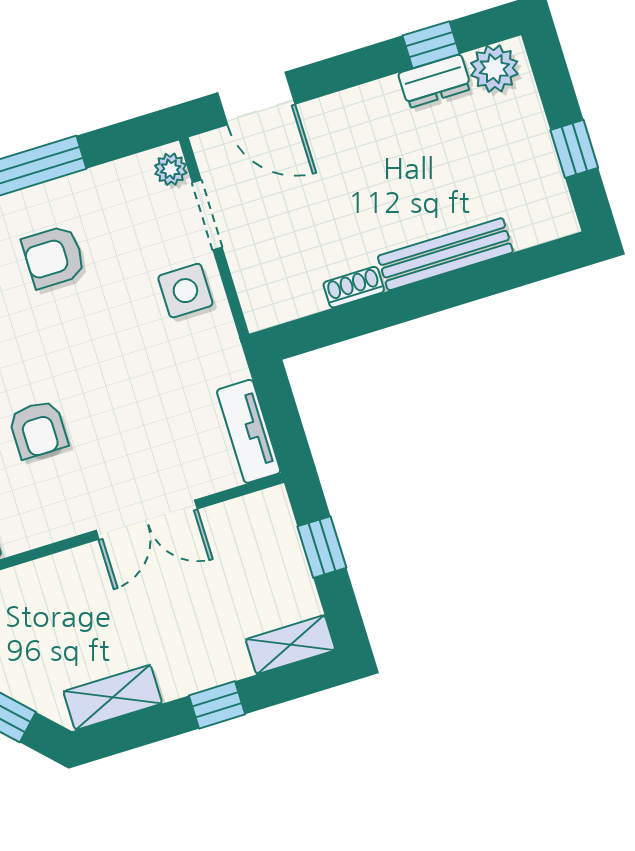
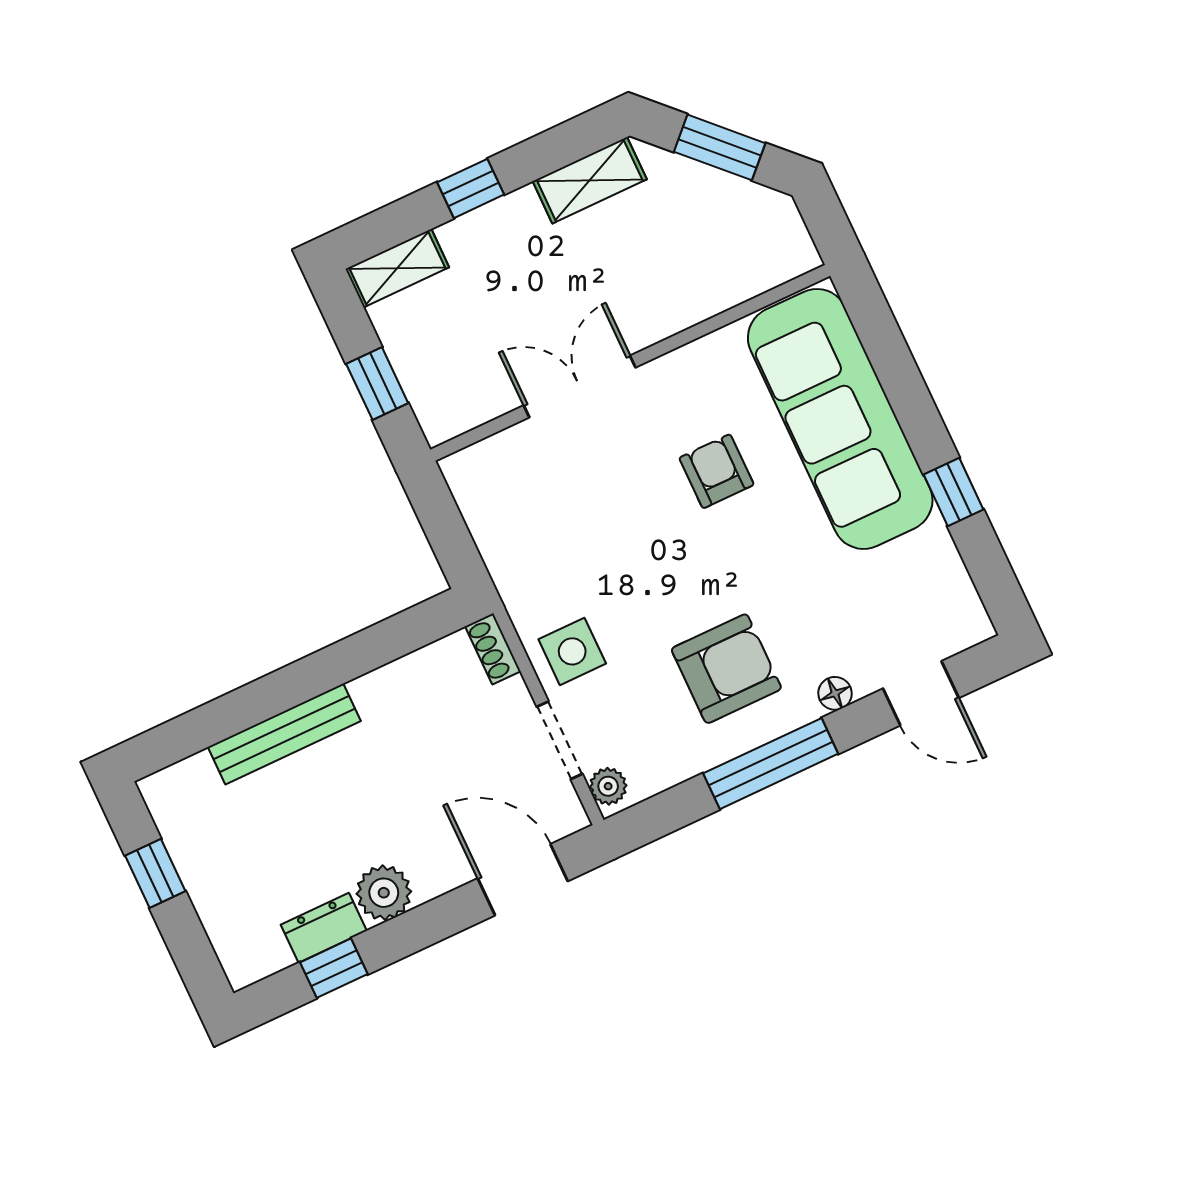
plant: (494, 69) -> (384, 893), moved
armchair: (54, 257) -> (726, 669), width x1.38, depth x1.38
shoe rack: (354, 287) -> (493, 649), moved, turned 90
tv unit: (249, 431) -> (478, 502), removed

